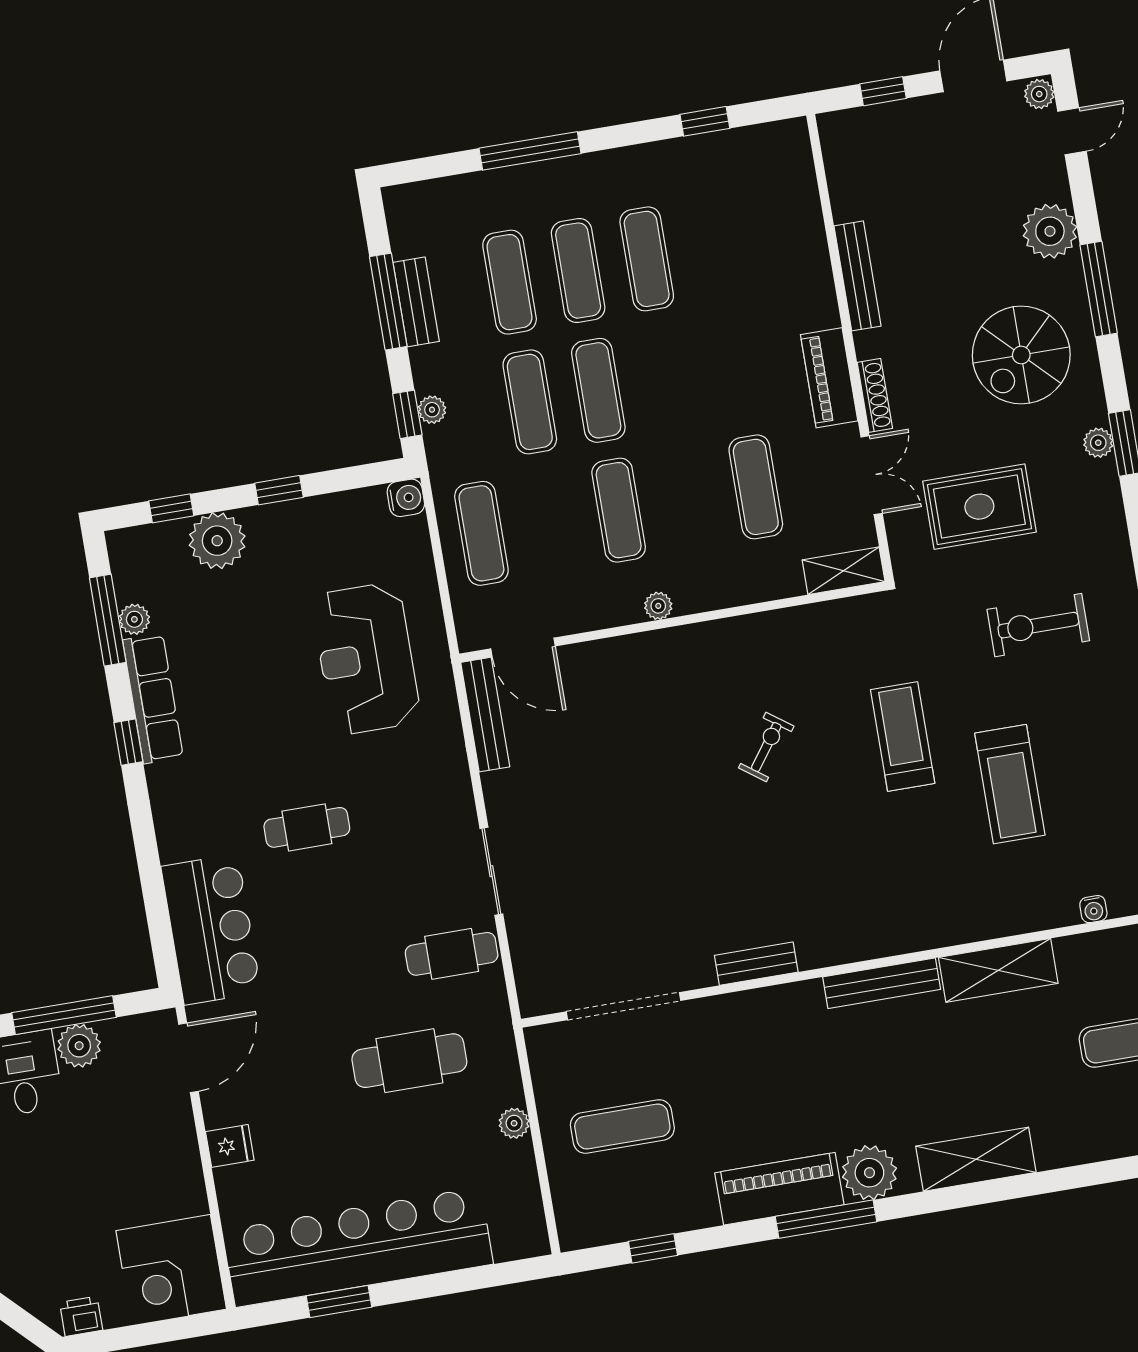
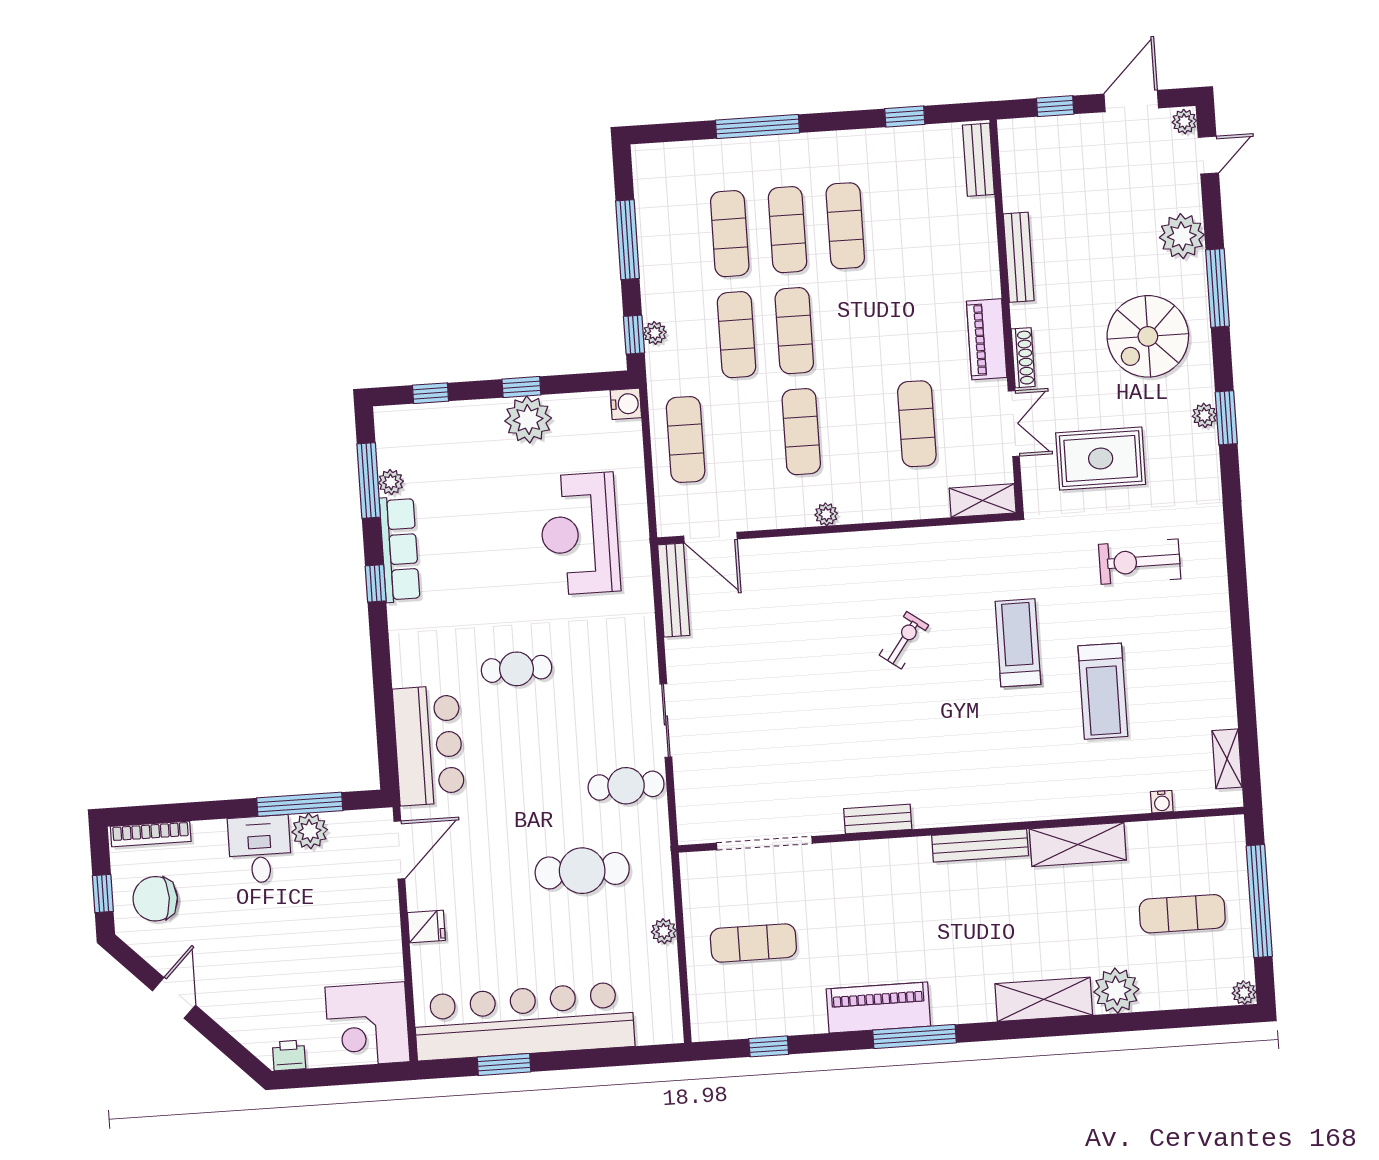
bench: (416, 302) -> (978, 160), moved
plant: (217, 541) -> (528, 419), moved
plant: (869, 1173) -> (1116, 991), moved

